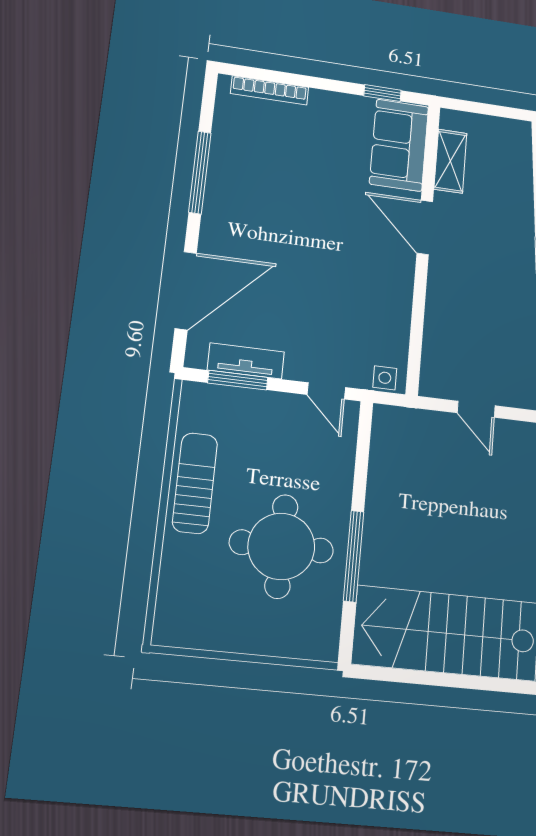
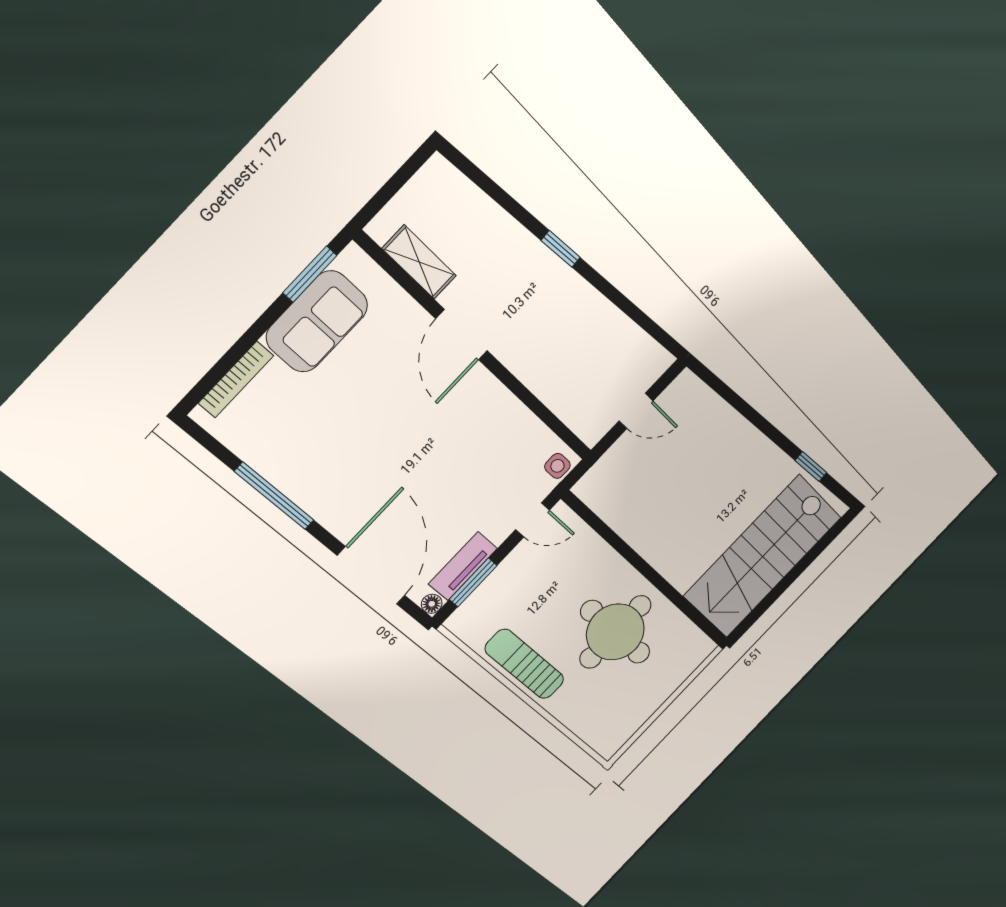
window: (382, 93) -> (310, 274), width x1.50
sofa: (399, 145) -> (317, 322), moved, turned -90
door: (425, 227) -> (462, 335), hinge flipped
floor lamp: (195, 358) -> (432, 604), added
window: (354, 556) -> (662, 585), removed

